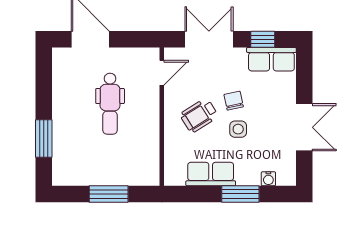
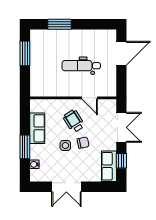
door: (162, 73) -> (90, 98), moved
window: (109, 194) -> (25, 53), moved

